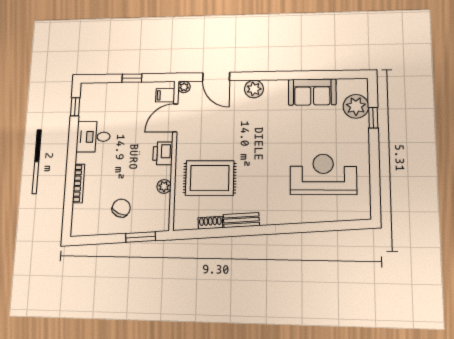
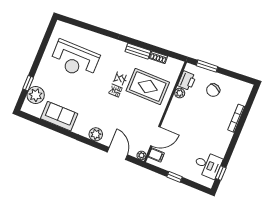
desk: (93, 137) -> (208, 165), moved
printer: (163, 153) -> (187, 81), moved

